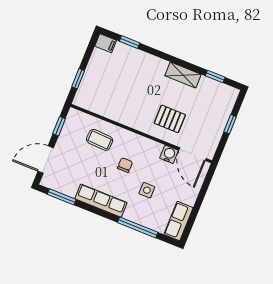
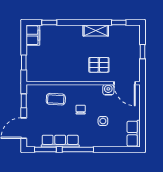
filing cabinet: (106, 43) -> (33, 35), width x2.00
row of seats: (101, 201) -> (60, 141), moved
window: (138, 227) -> (78, 150), moved

